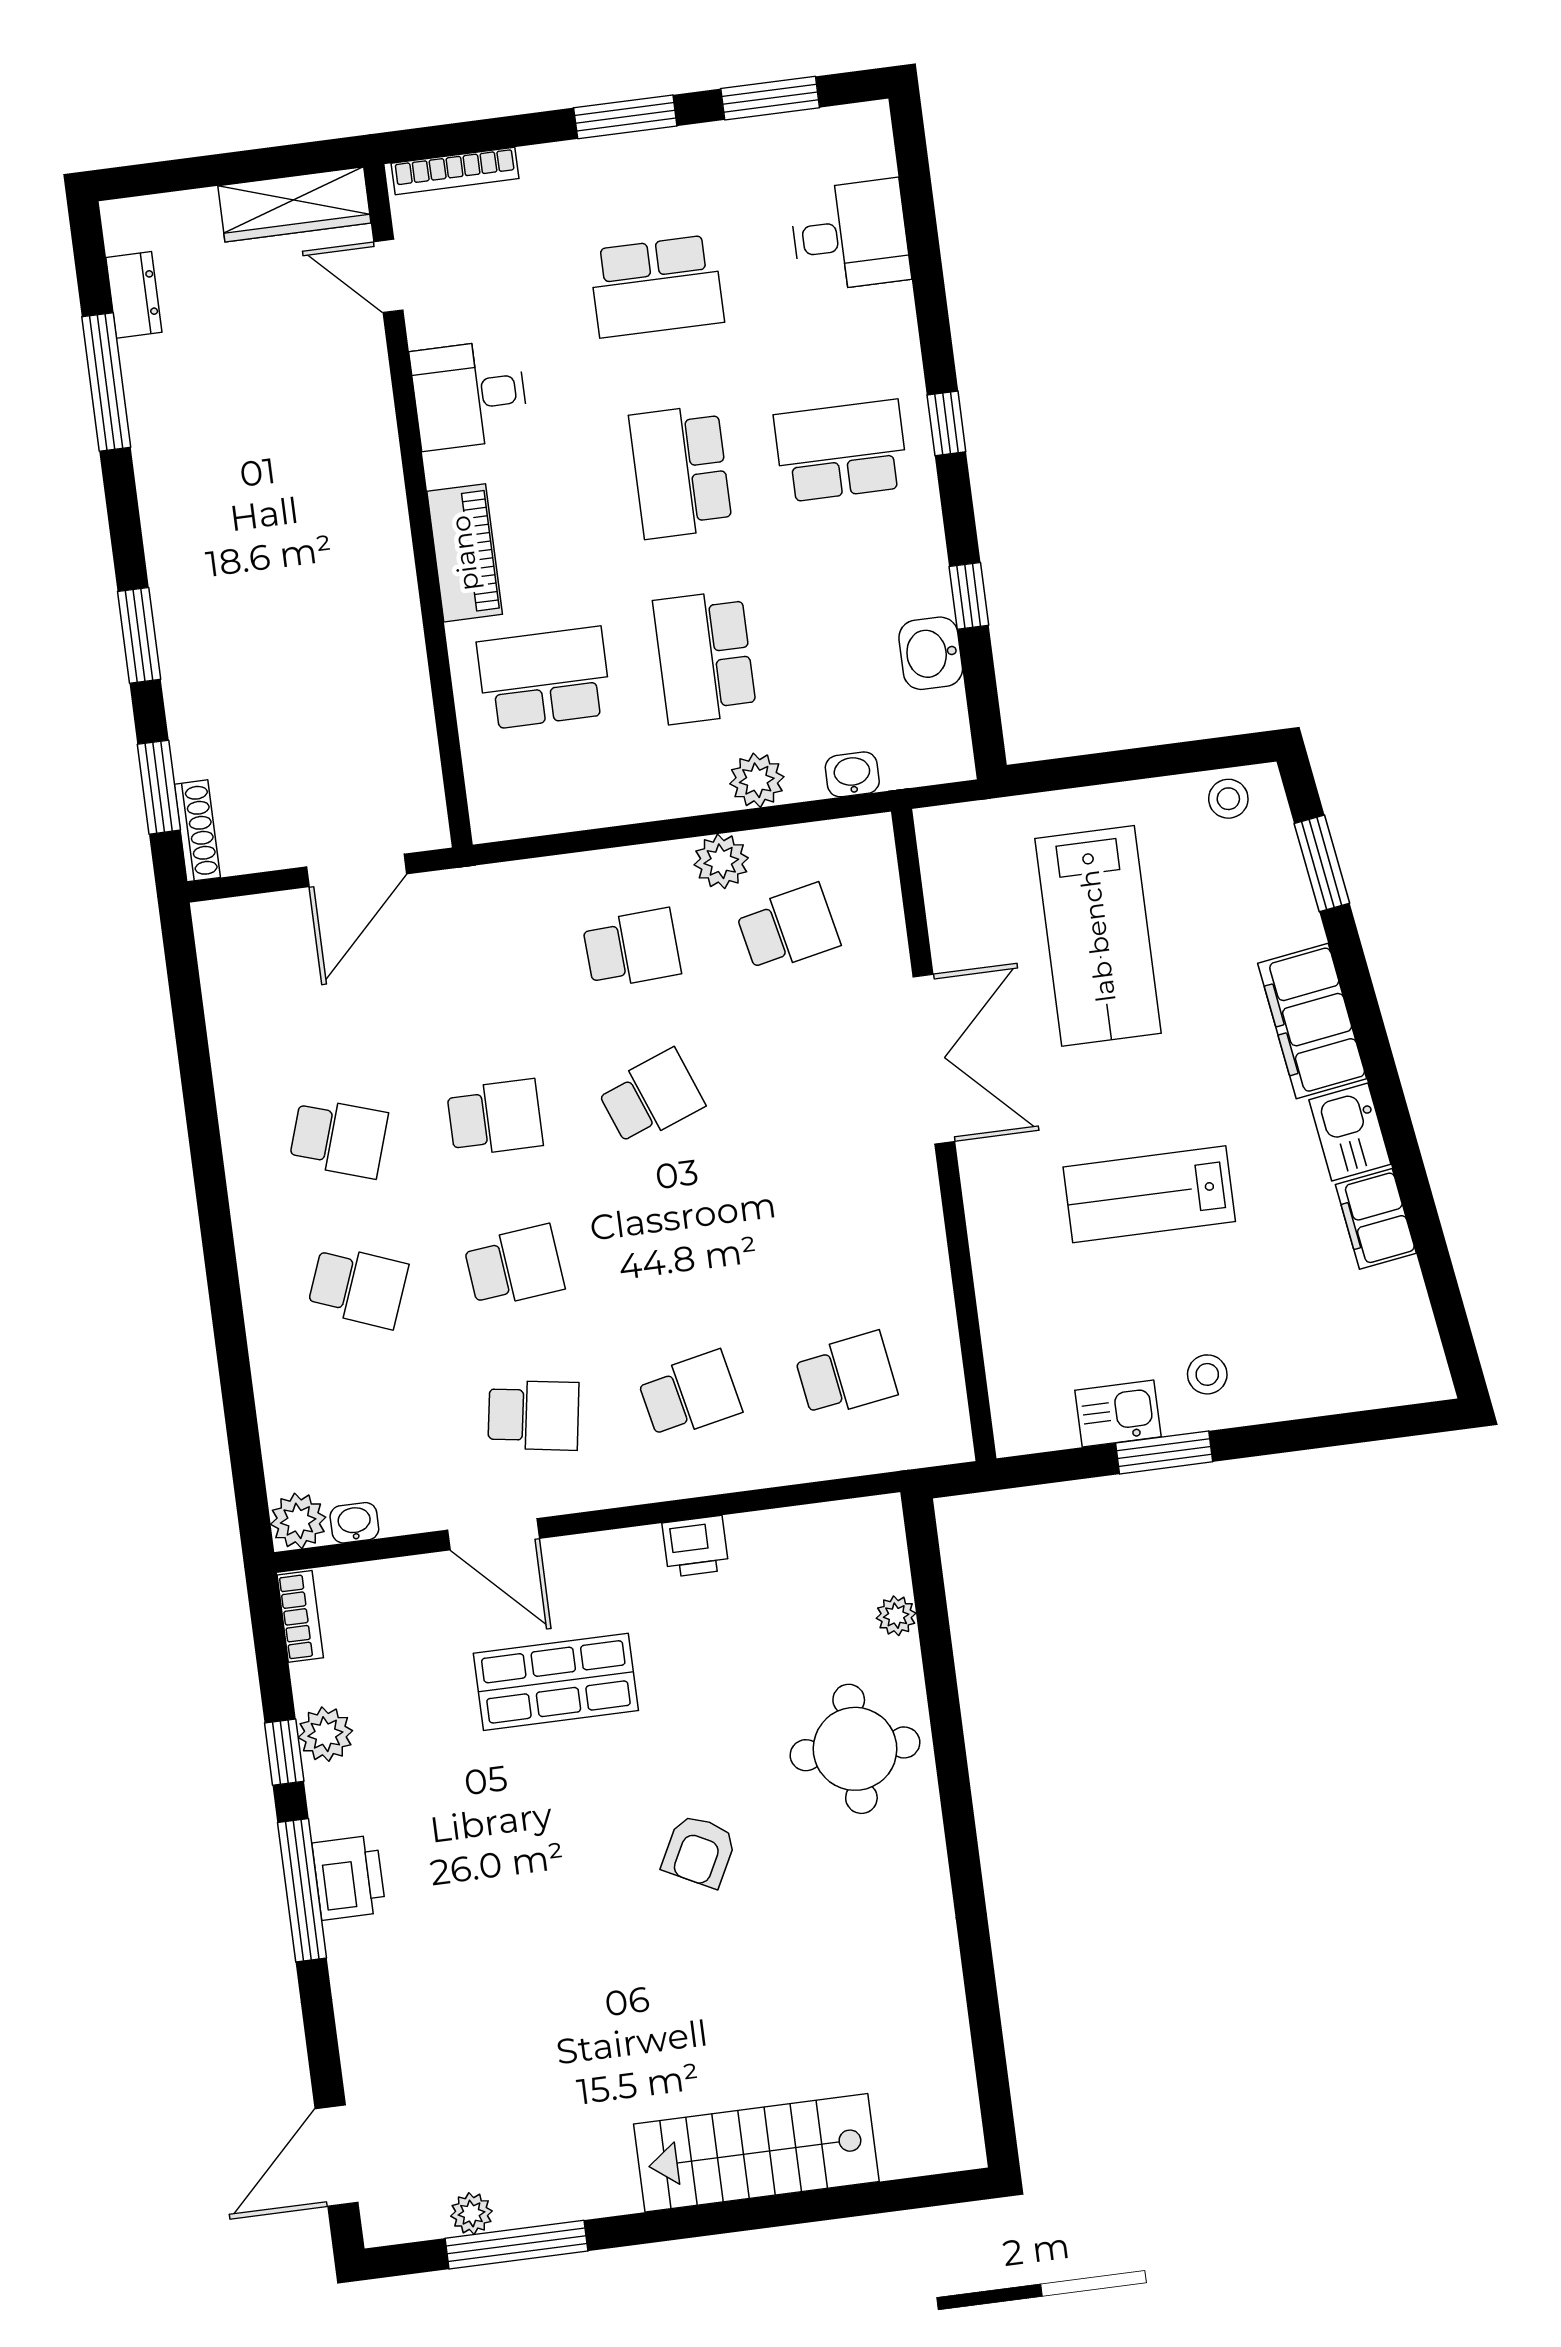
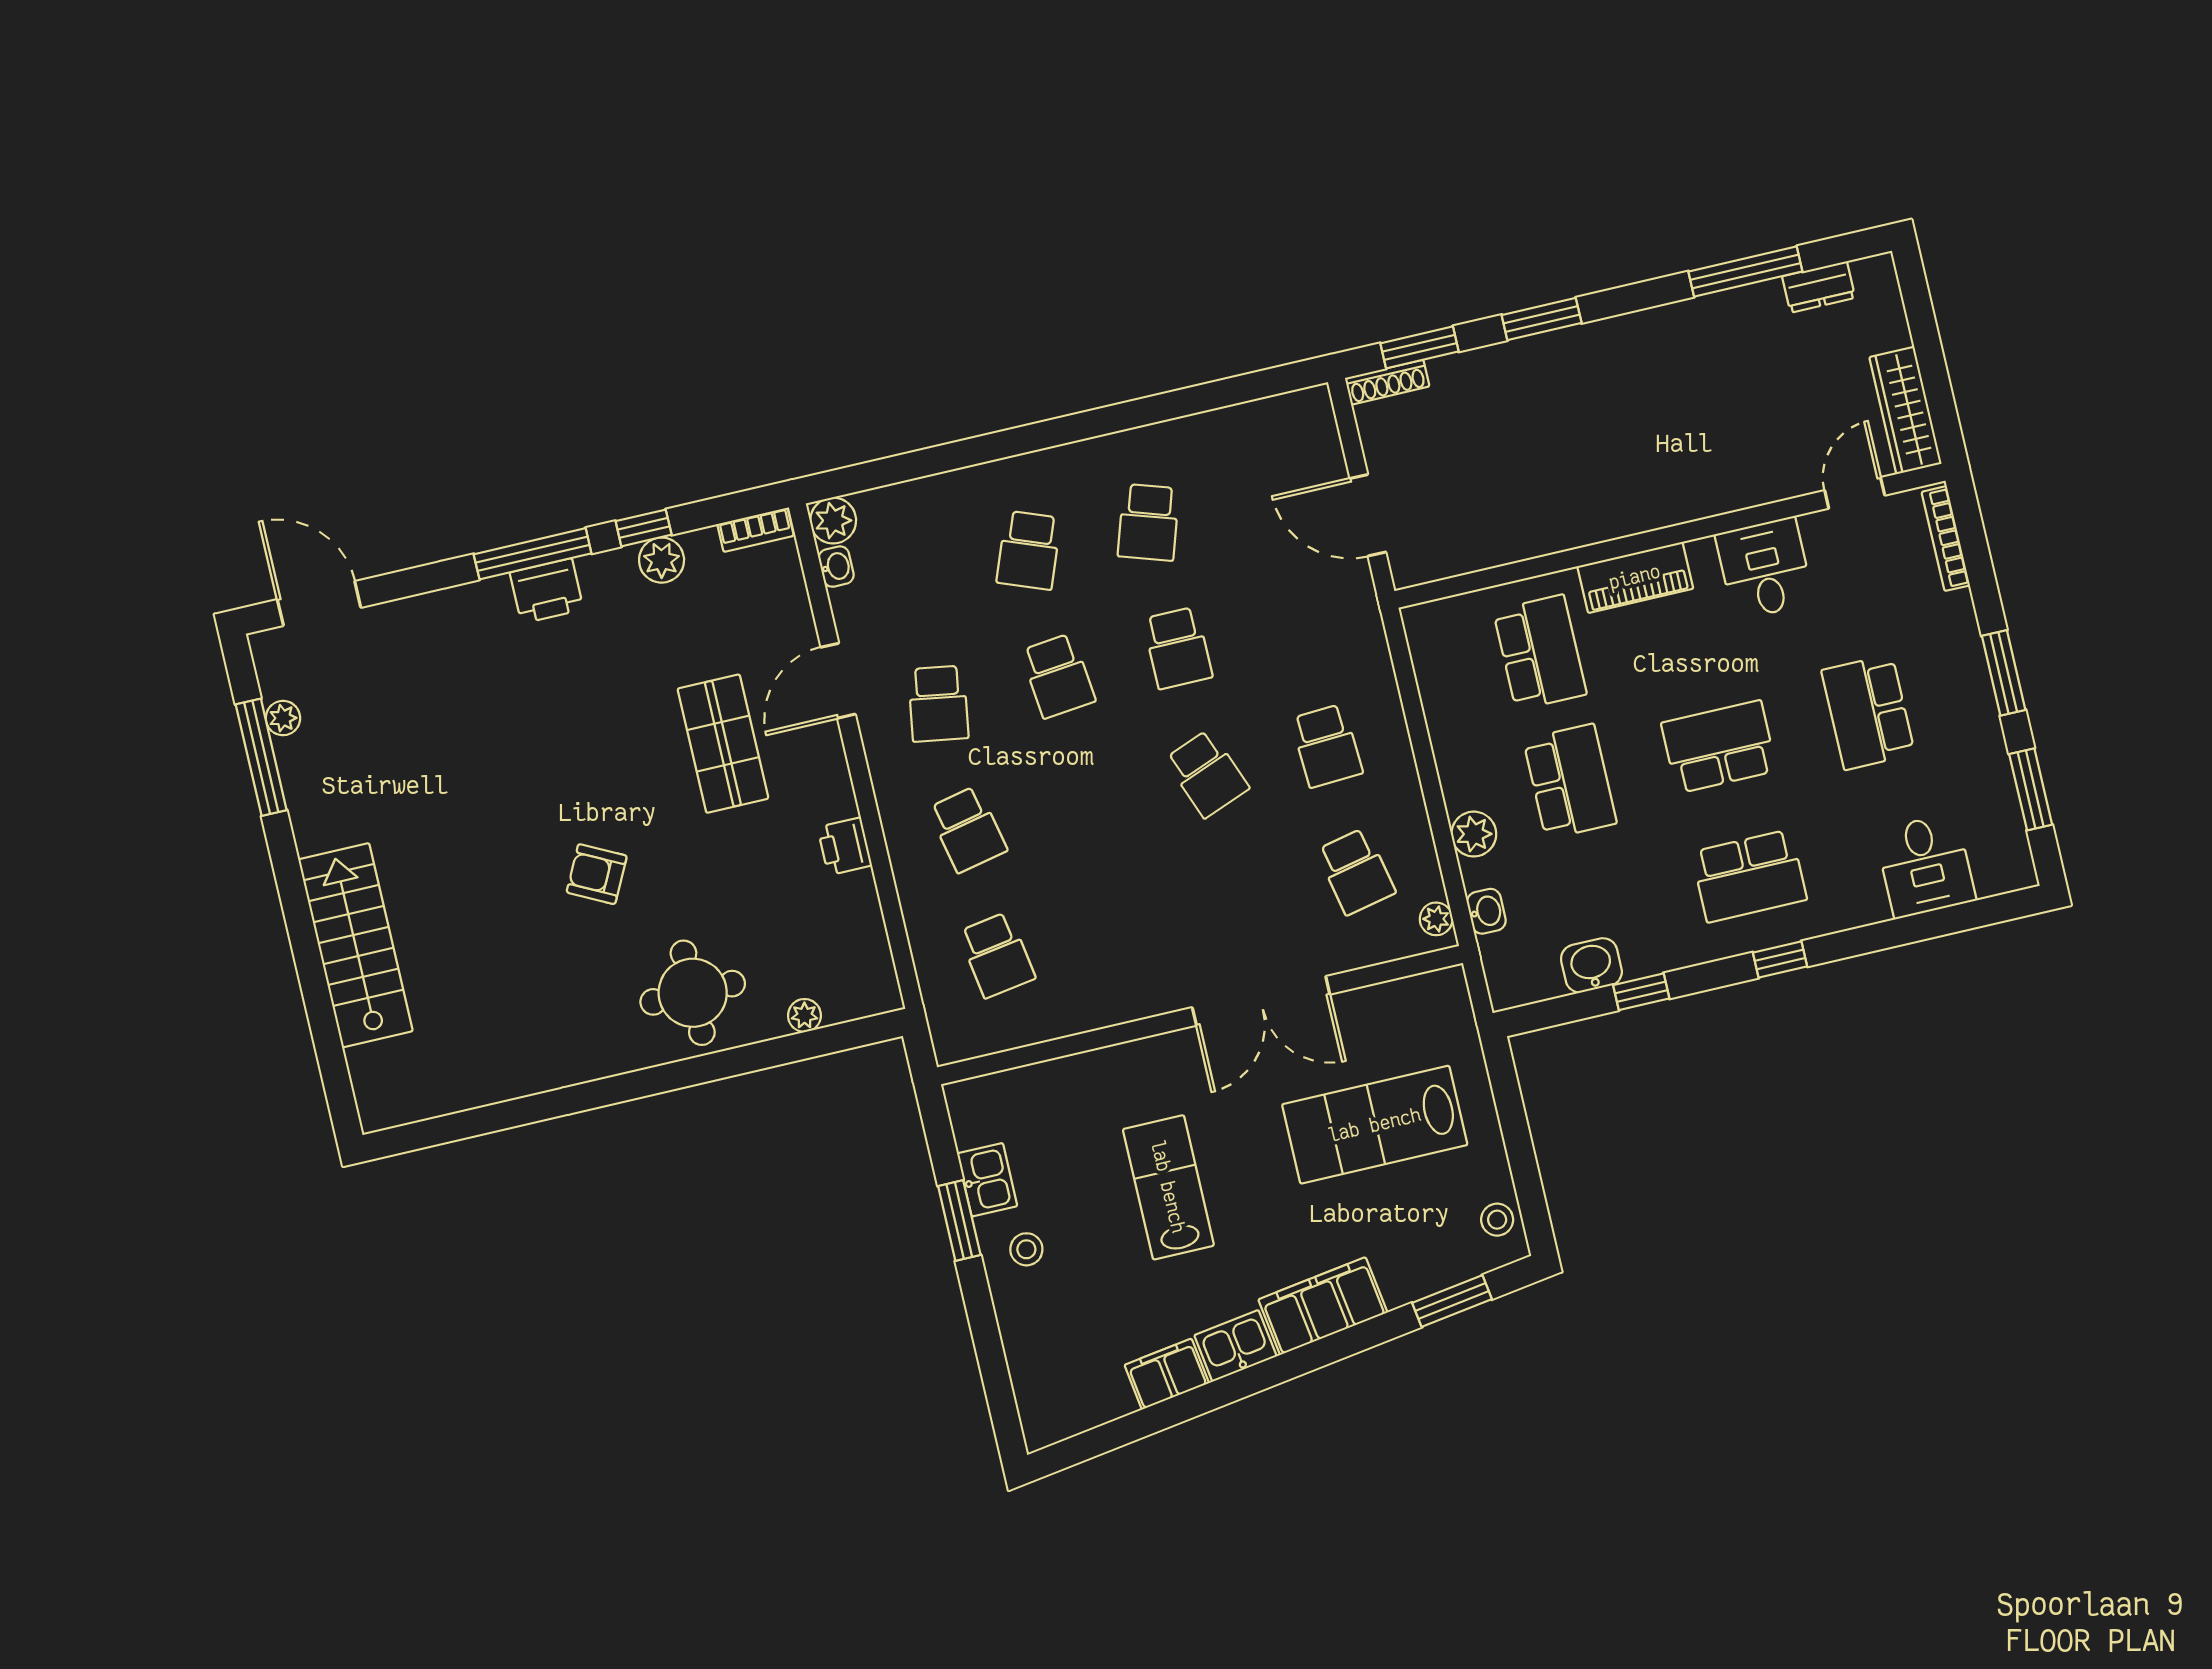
school desk: (841, 451) -> (1749, 876), turned 90
school desk: (705, 657) -> (1570, 782), turned 90
plant: (721, 861) -> (1436, 919), moved, width x0.73, depth x0.73

